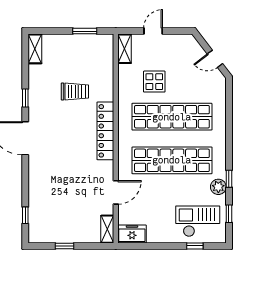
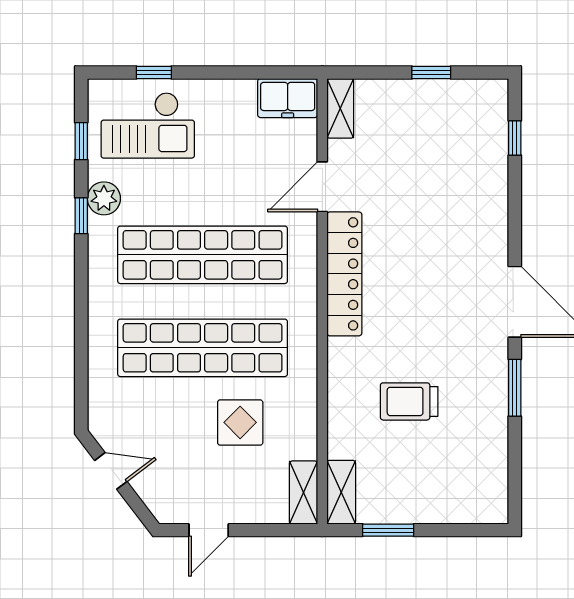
door: (153, 31) -> (209, 530), moved
shelving: (35, 49) -> (341, 492), moved
window: (25, 98) -> (515, 388), width x1.50
locker: (105, 131) -> (344, 274), moved

